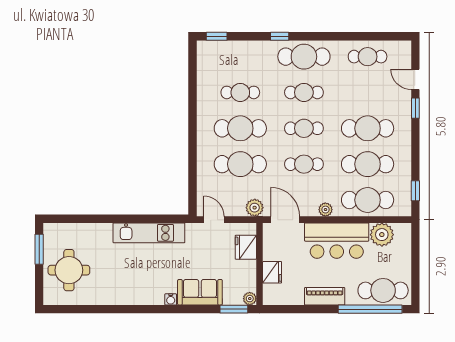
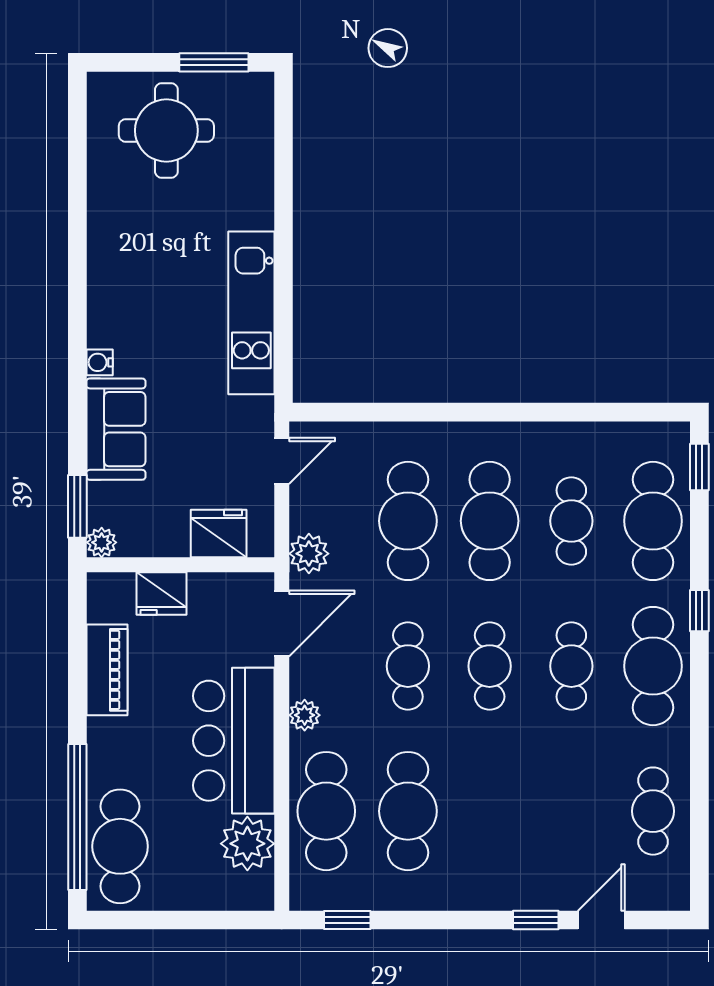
cafe table: (368, 128) -> (653, 521), moved
piano: (325, 296) -> (107, 670), moved

